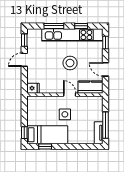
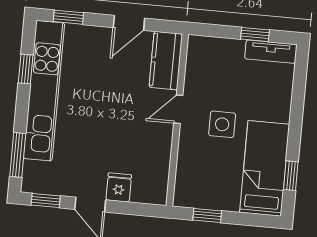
window: (54, 26) -> (18, 155), moved
stool: (70, 63) -> (107, 102), removed
fridge: (33, 88) -> (119, 187), moved
window: (106, 125) -> (255, 35), width x0.46
window: (24, 133) -> (207, 215), moved

